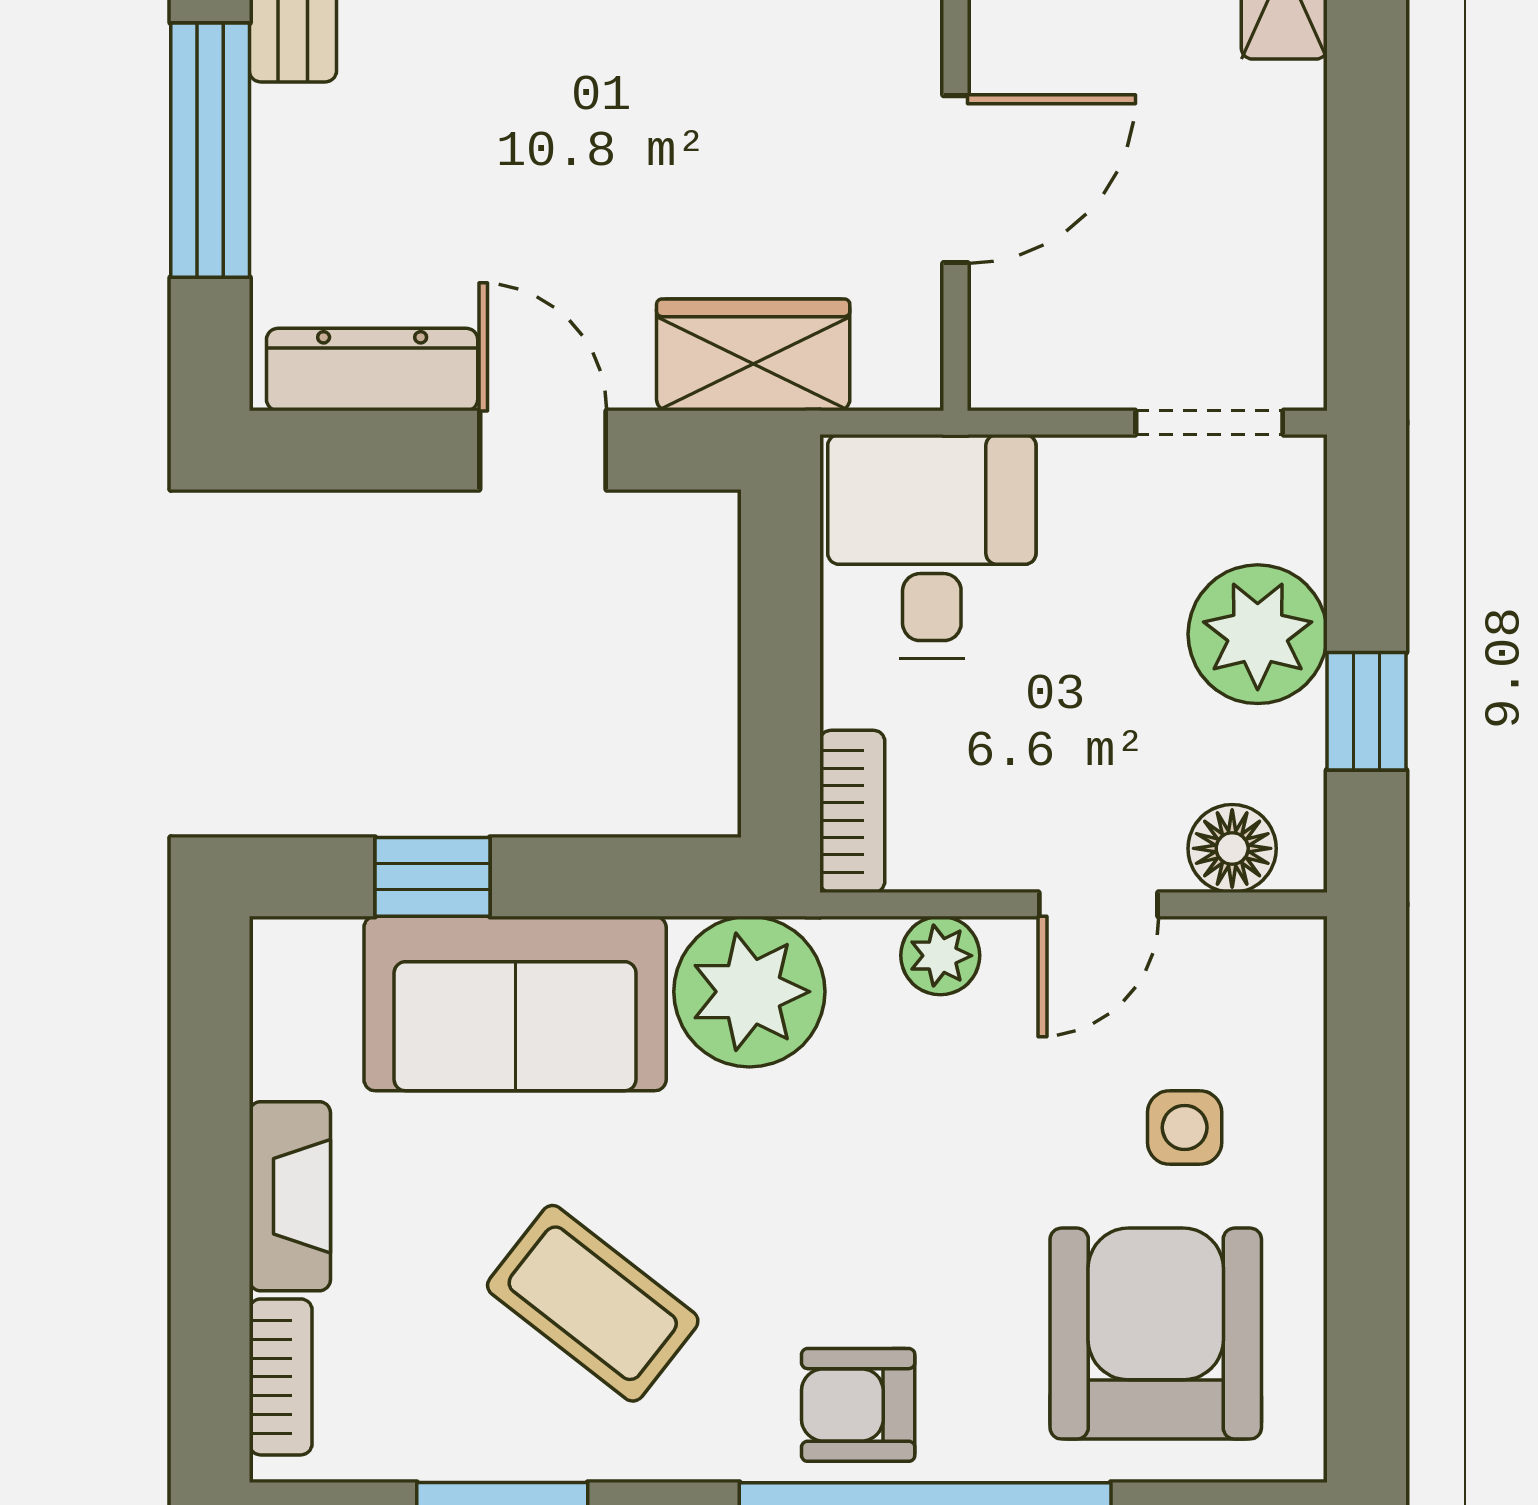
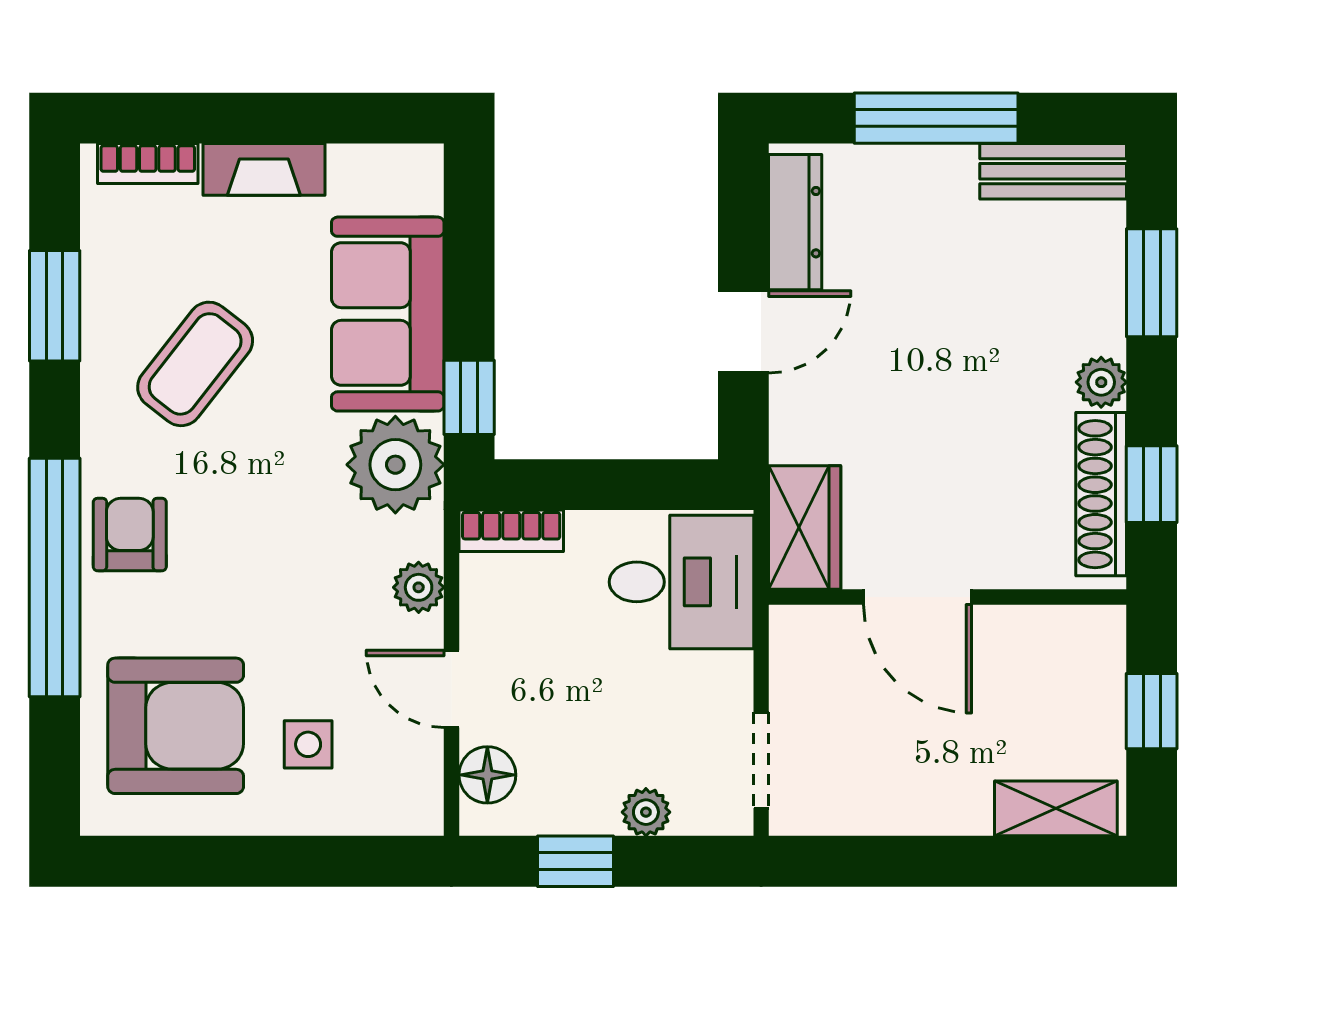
wardrobe: (753, 355) -> (805, 527), moved
plant: (1258, 634) -> (646, 812), width x0.53, depth x0.53
window: (432, 877) -> (469, 397), moved

